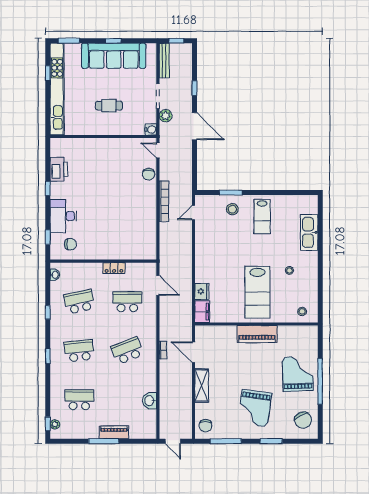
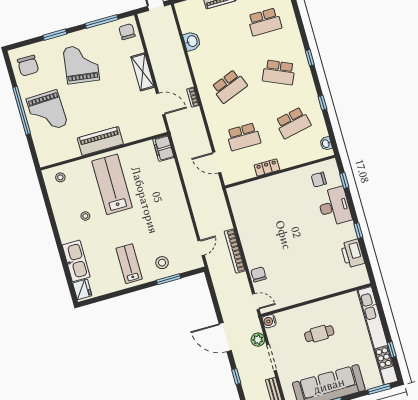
fridge: (202, 291) -> (82, 289), moved, turned 180
school desk: (79, 351) -> (279, 72), turned 30
chair: (303, 420) -> (28, 66), turned -153

